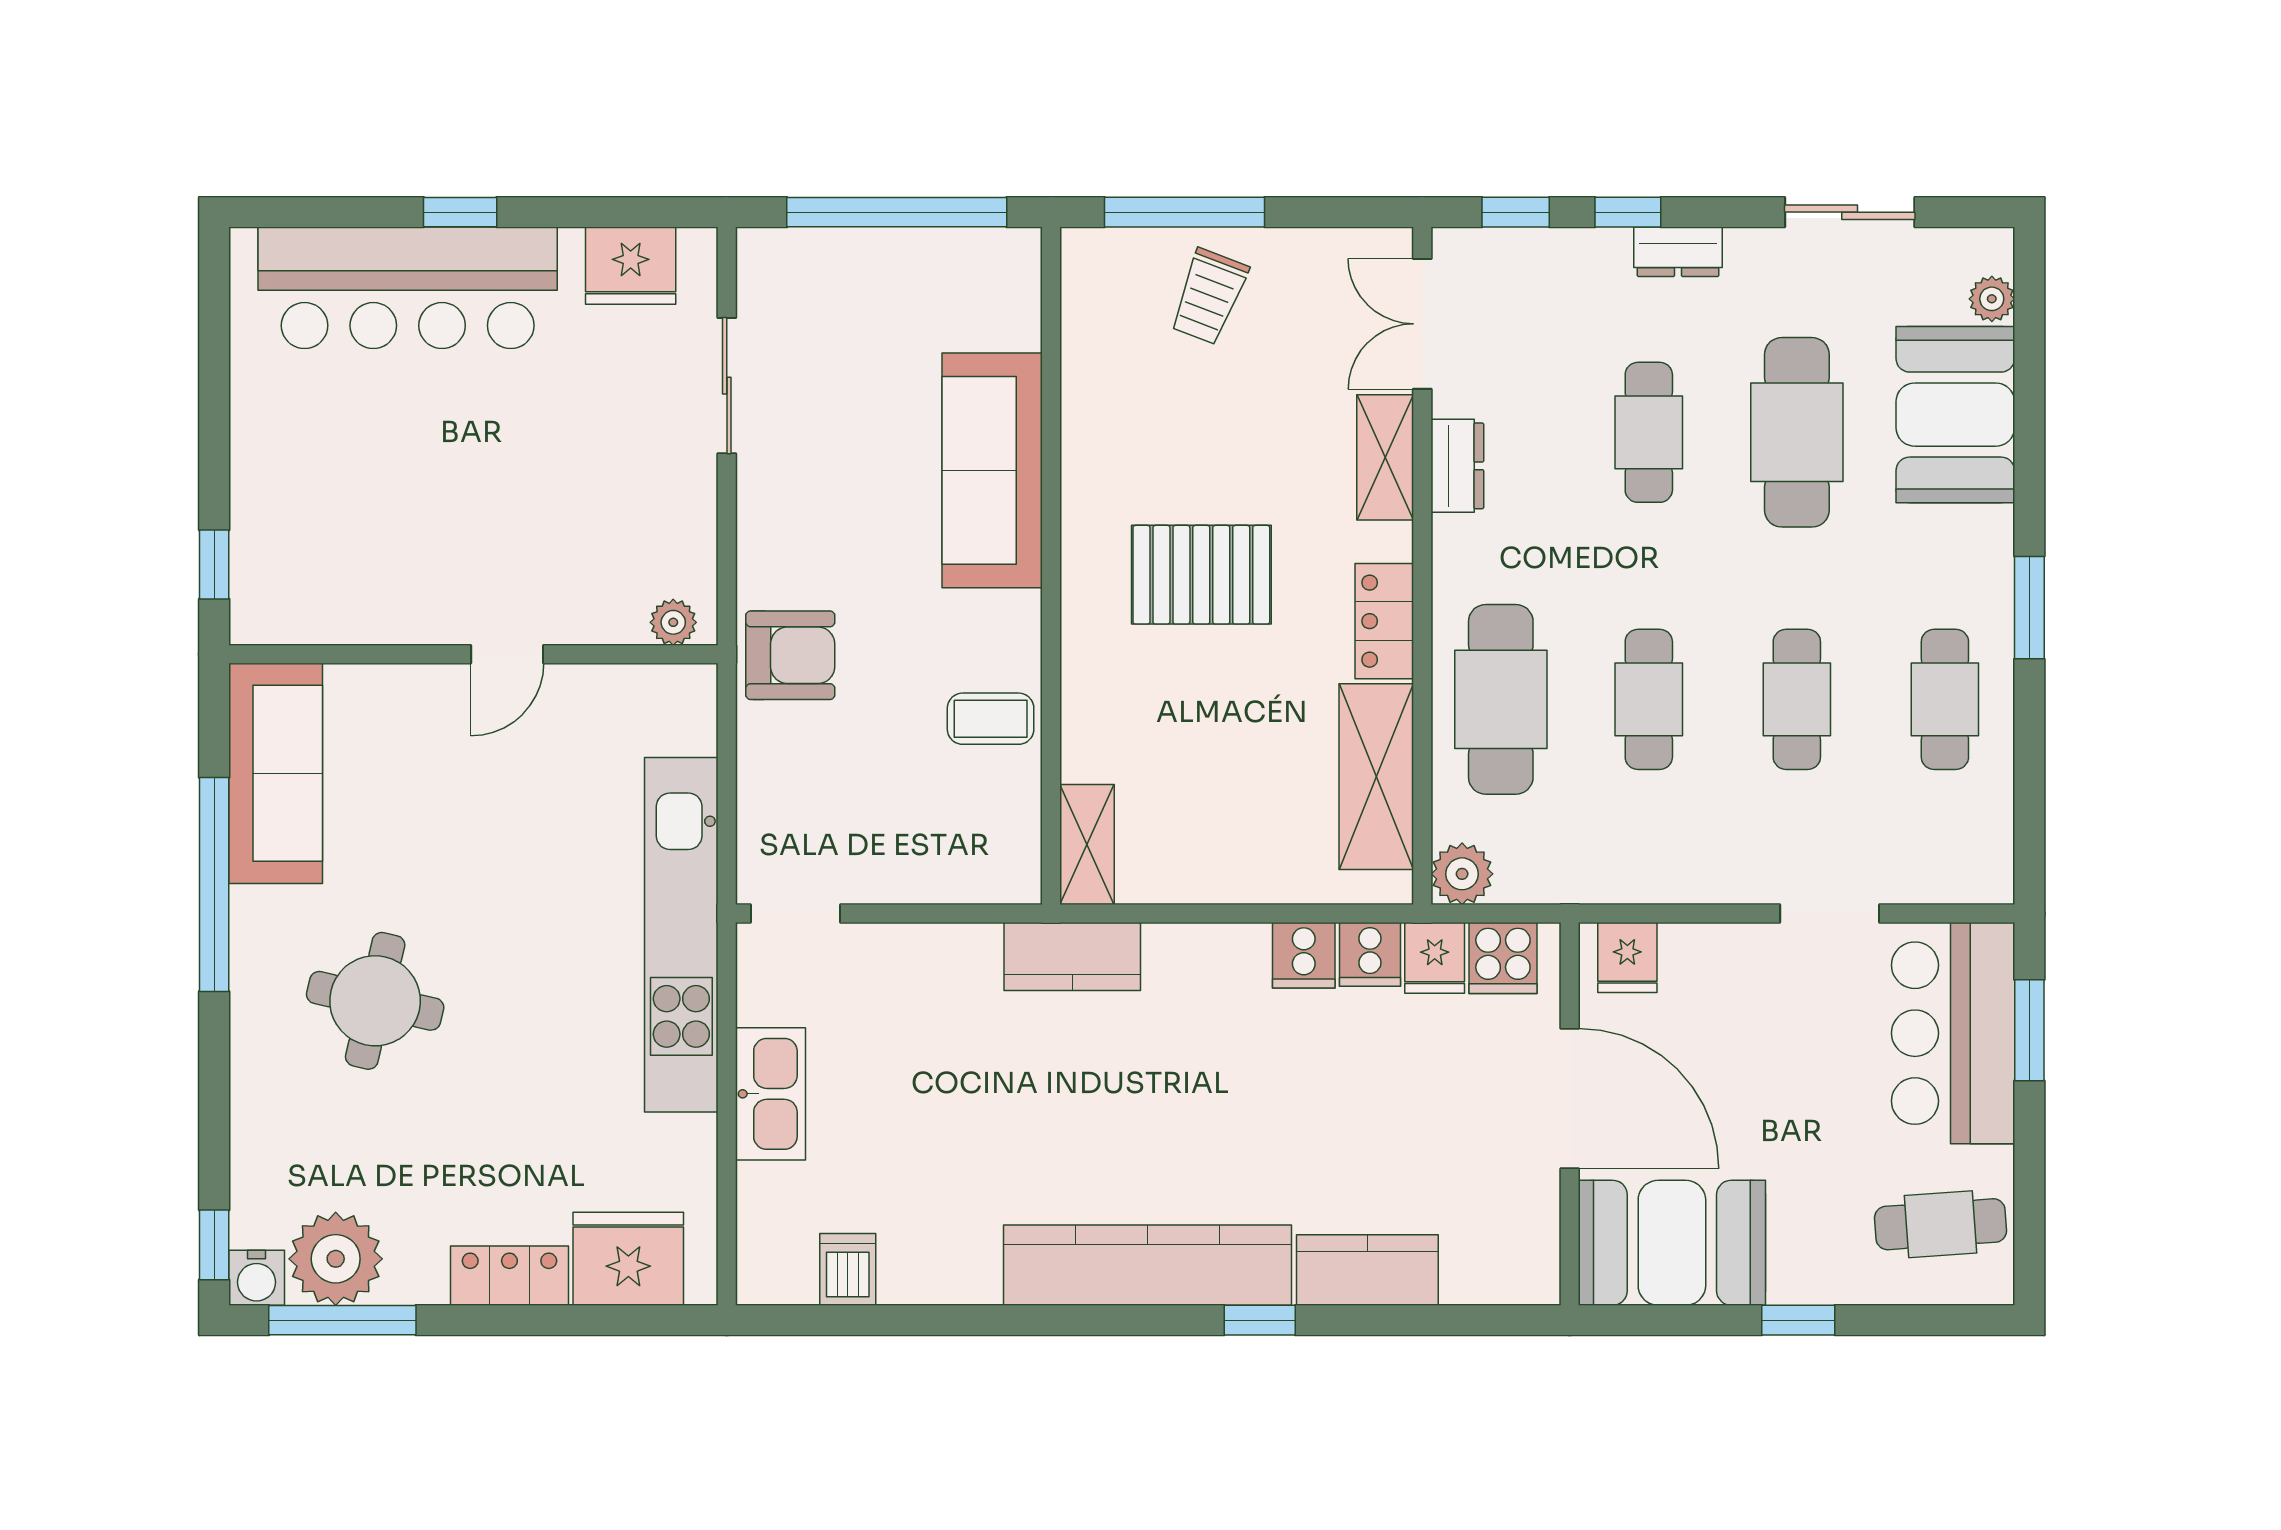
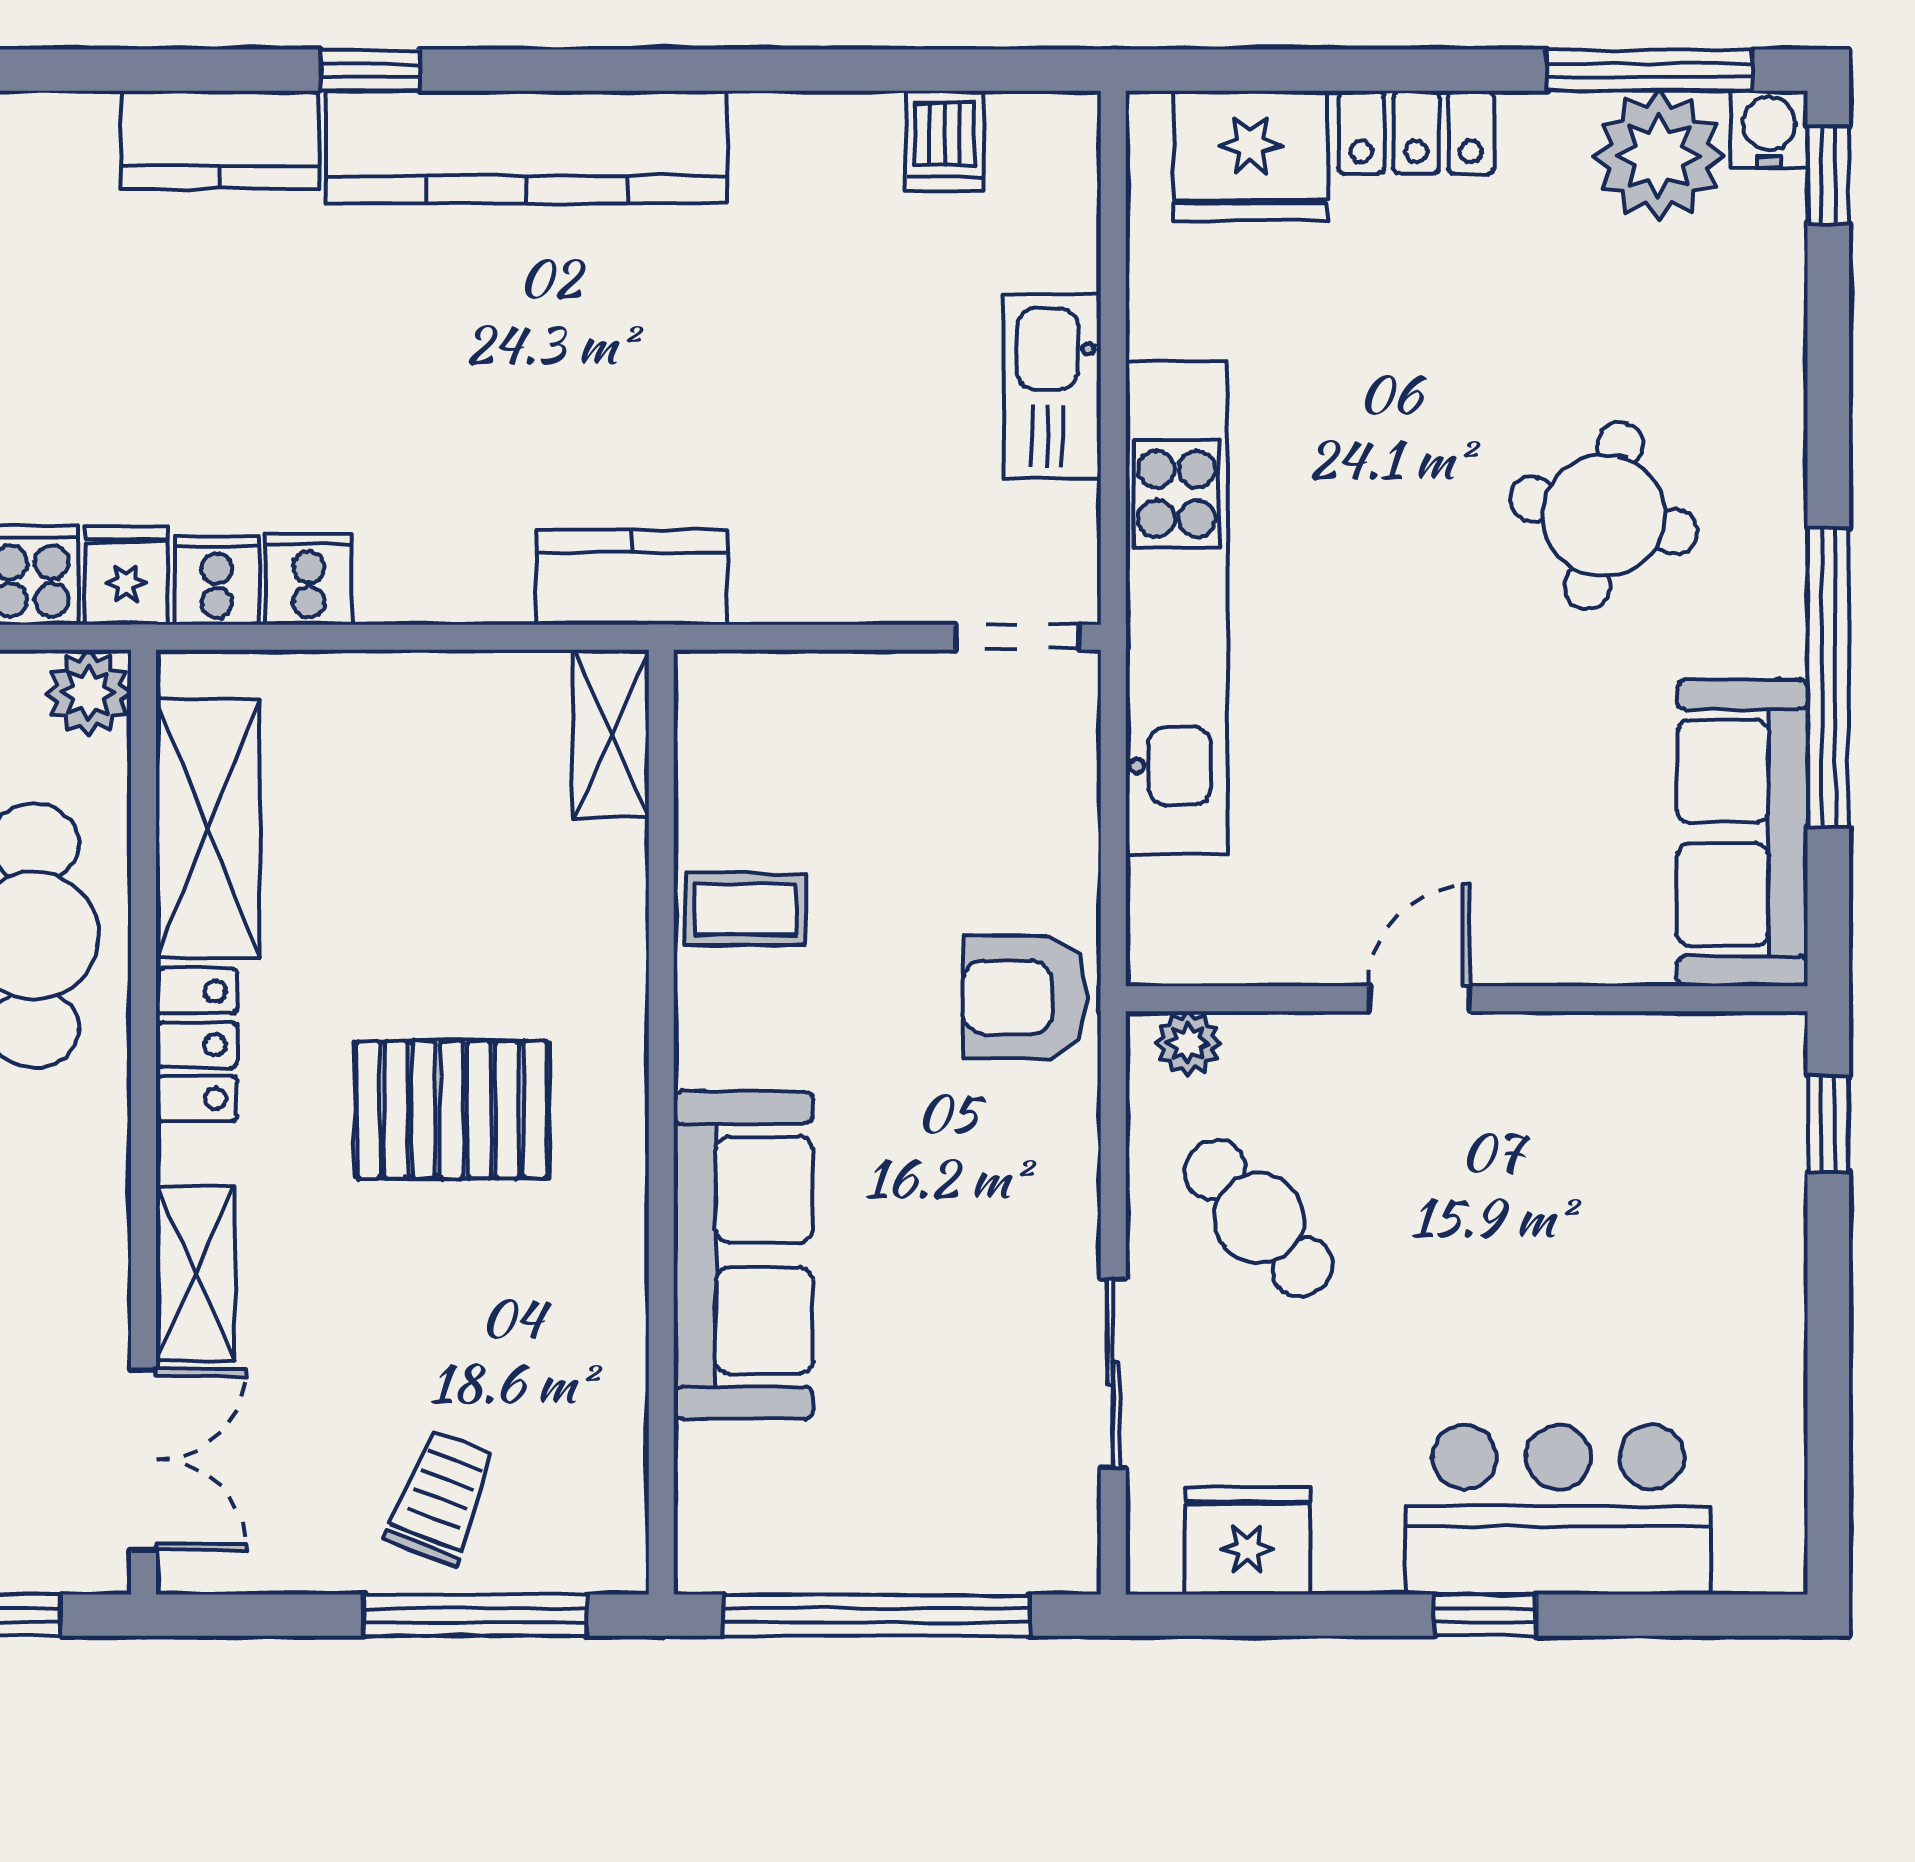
bar counter: (408, 288) -> (1558, 1510), width x0.73
dresser: (1457, 466) -> (95, 1261), removed
cafe table: (623, 497) -> (1259, 1218), added

